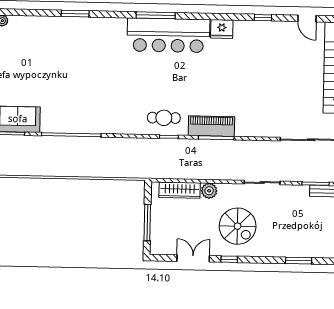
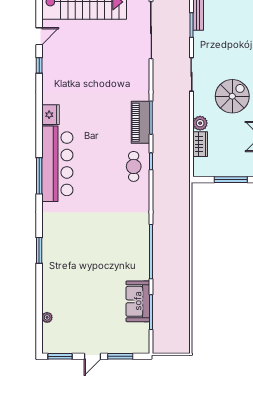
window: (263, 18) -> (39, 65), moved
wardrobe: (180, 190) -> (200, 144), width x0.67

